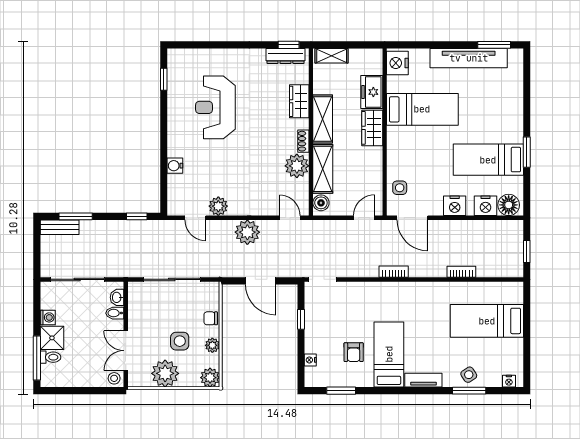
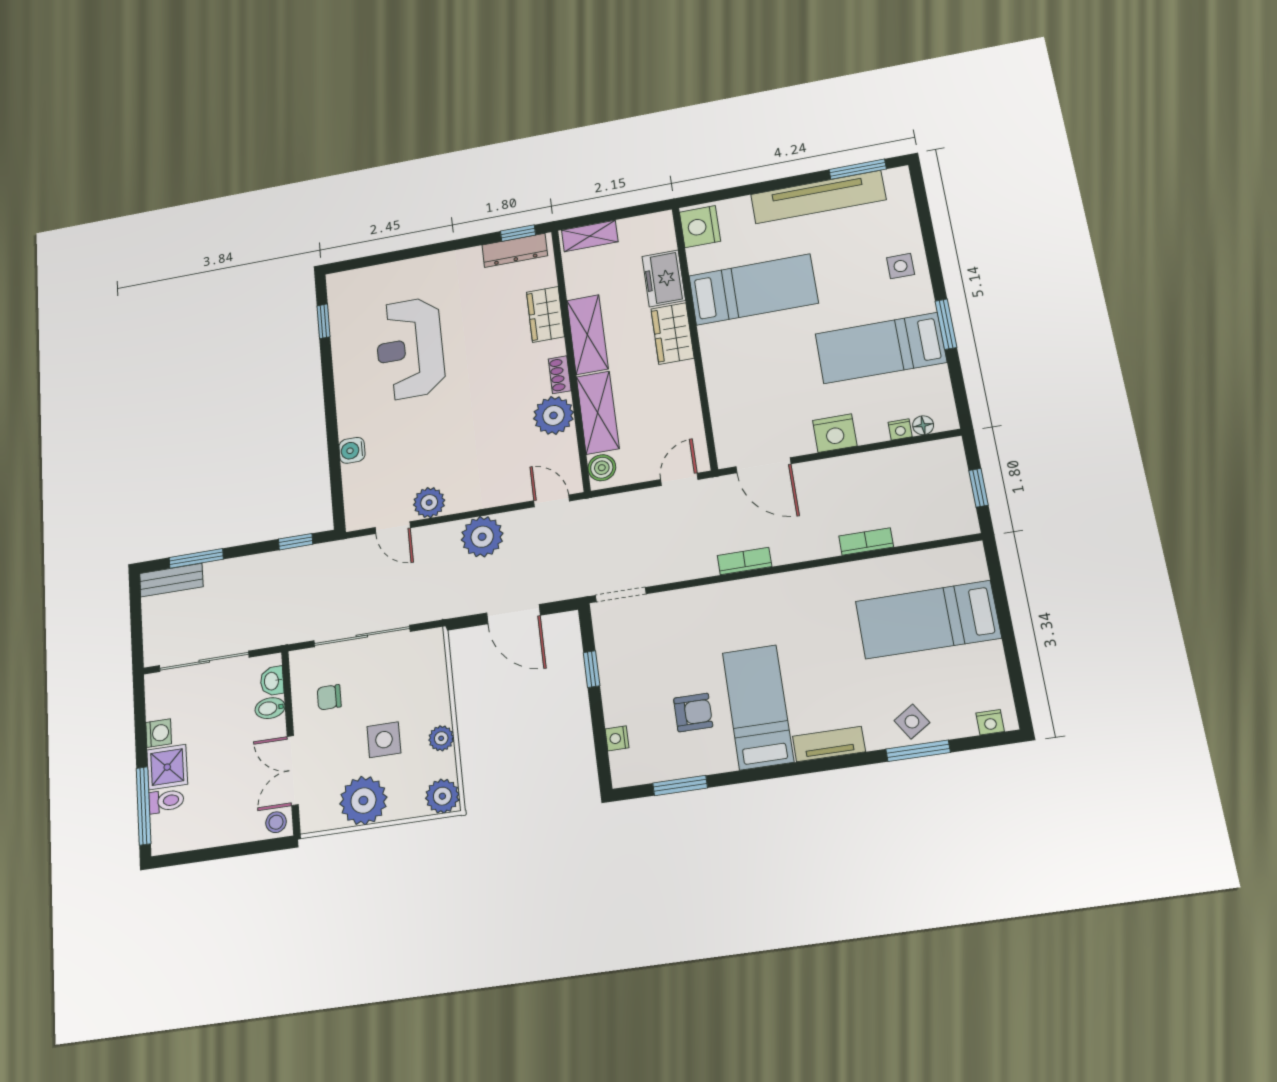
side table: (400, 188) -> (901, 266), moved
floor lamp: (509, 205) -> (923, 425), width x0.53, depth x0.53
nightstand: (486, 206) -> (900, 429), width x0.53, depth x0.56
chair: (211, 318) -> (329, 697), moved
armchair: (354, 352) -> (693, 713), turned -90

